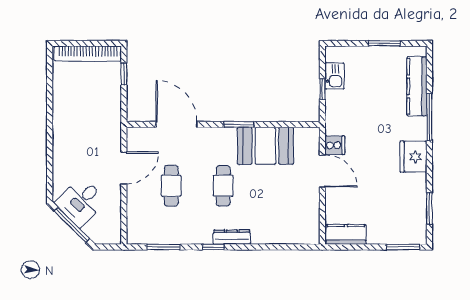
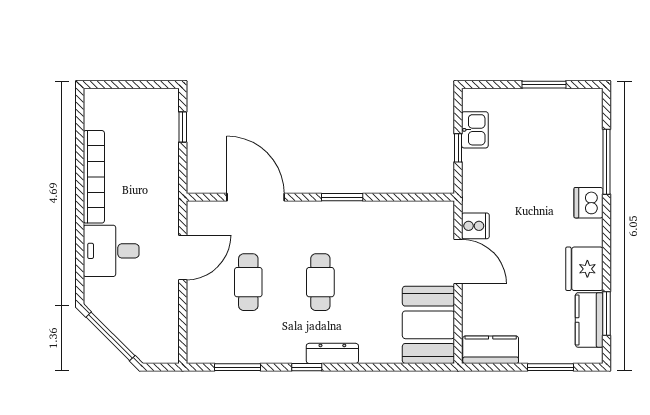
bookcase: (88, 54) -> (94, 177), moved, turned -90
kitchen counter: (417, 86) -> (589, 320), moved, width x0.67
window: (429, 117) -> (606, 162), moved
dishwasher: (416, 128) -> (588, 203), added
booth: (265, 146) -> (428, 325), moved, turned 90
fridge: (413, 157) -> (584, 269), moved
desk: (81, 202) -> (111, 251), moved, turned 45
window: (403, 247) -> (551, 367), moved

